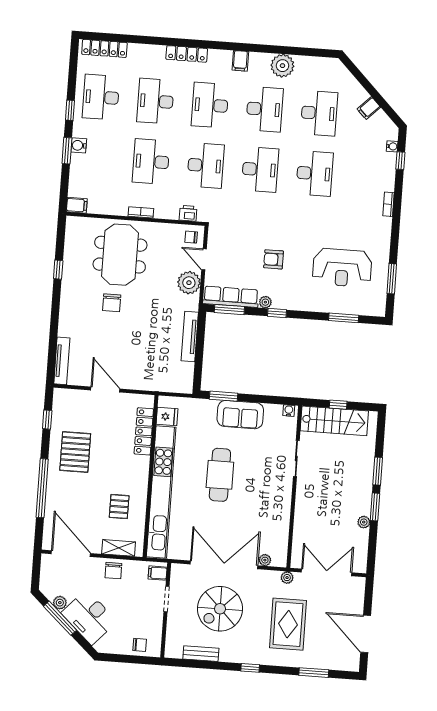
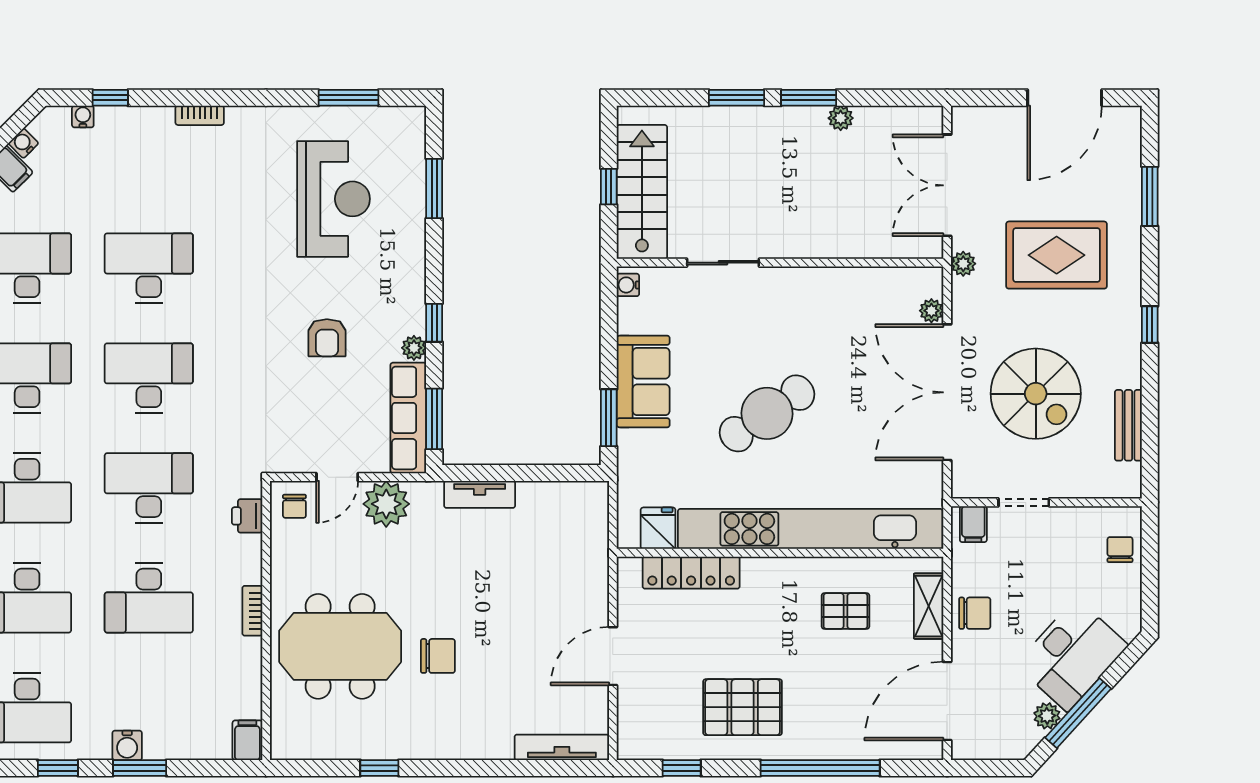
water cooler: (381, 116) -> (23, 143), added
tv unit: (190, 337) -> (480, 494), width x0.71
cafe table: (220, 475) -> (767, 413), turned -34

